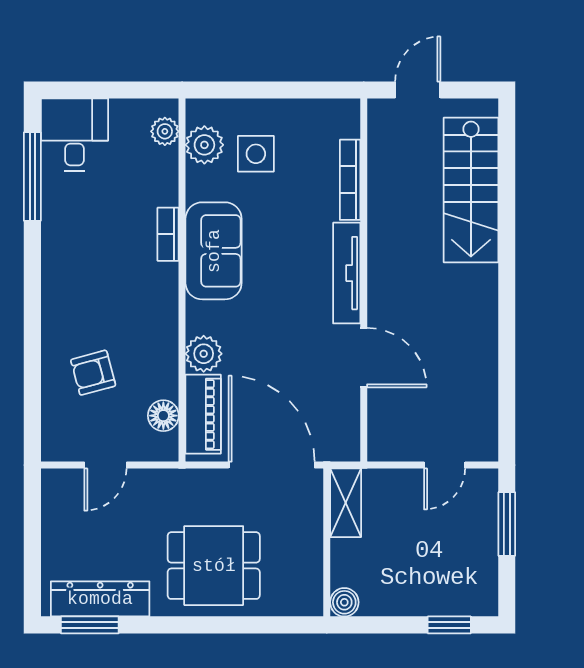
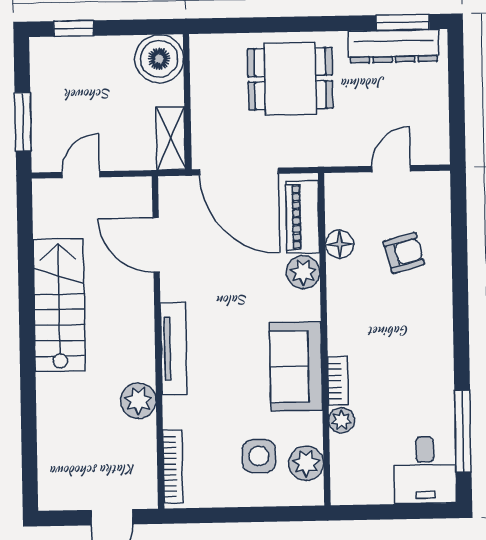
plant: (165, 131) -> (342, 420), moved
bookcase: (350, 180) -> (173, 467), moved
stairs: (471, 190) -> (59, 305), moved
plant: (387, 217) -> (138, 401), added
door: (364, 358) -> (156, 245), moved
floor lamp: (163, 416) -> (340, 244), moved
boiler: (344, 602) -> (159, 59), width x1.86, depth x1.86

